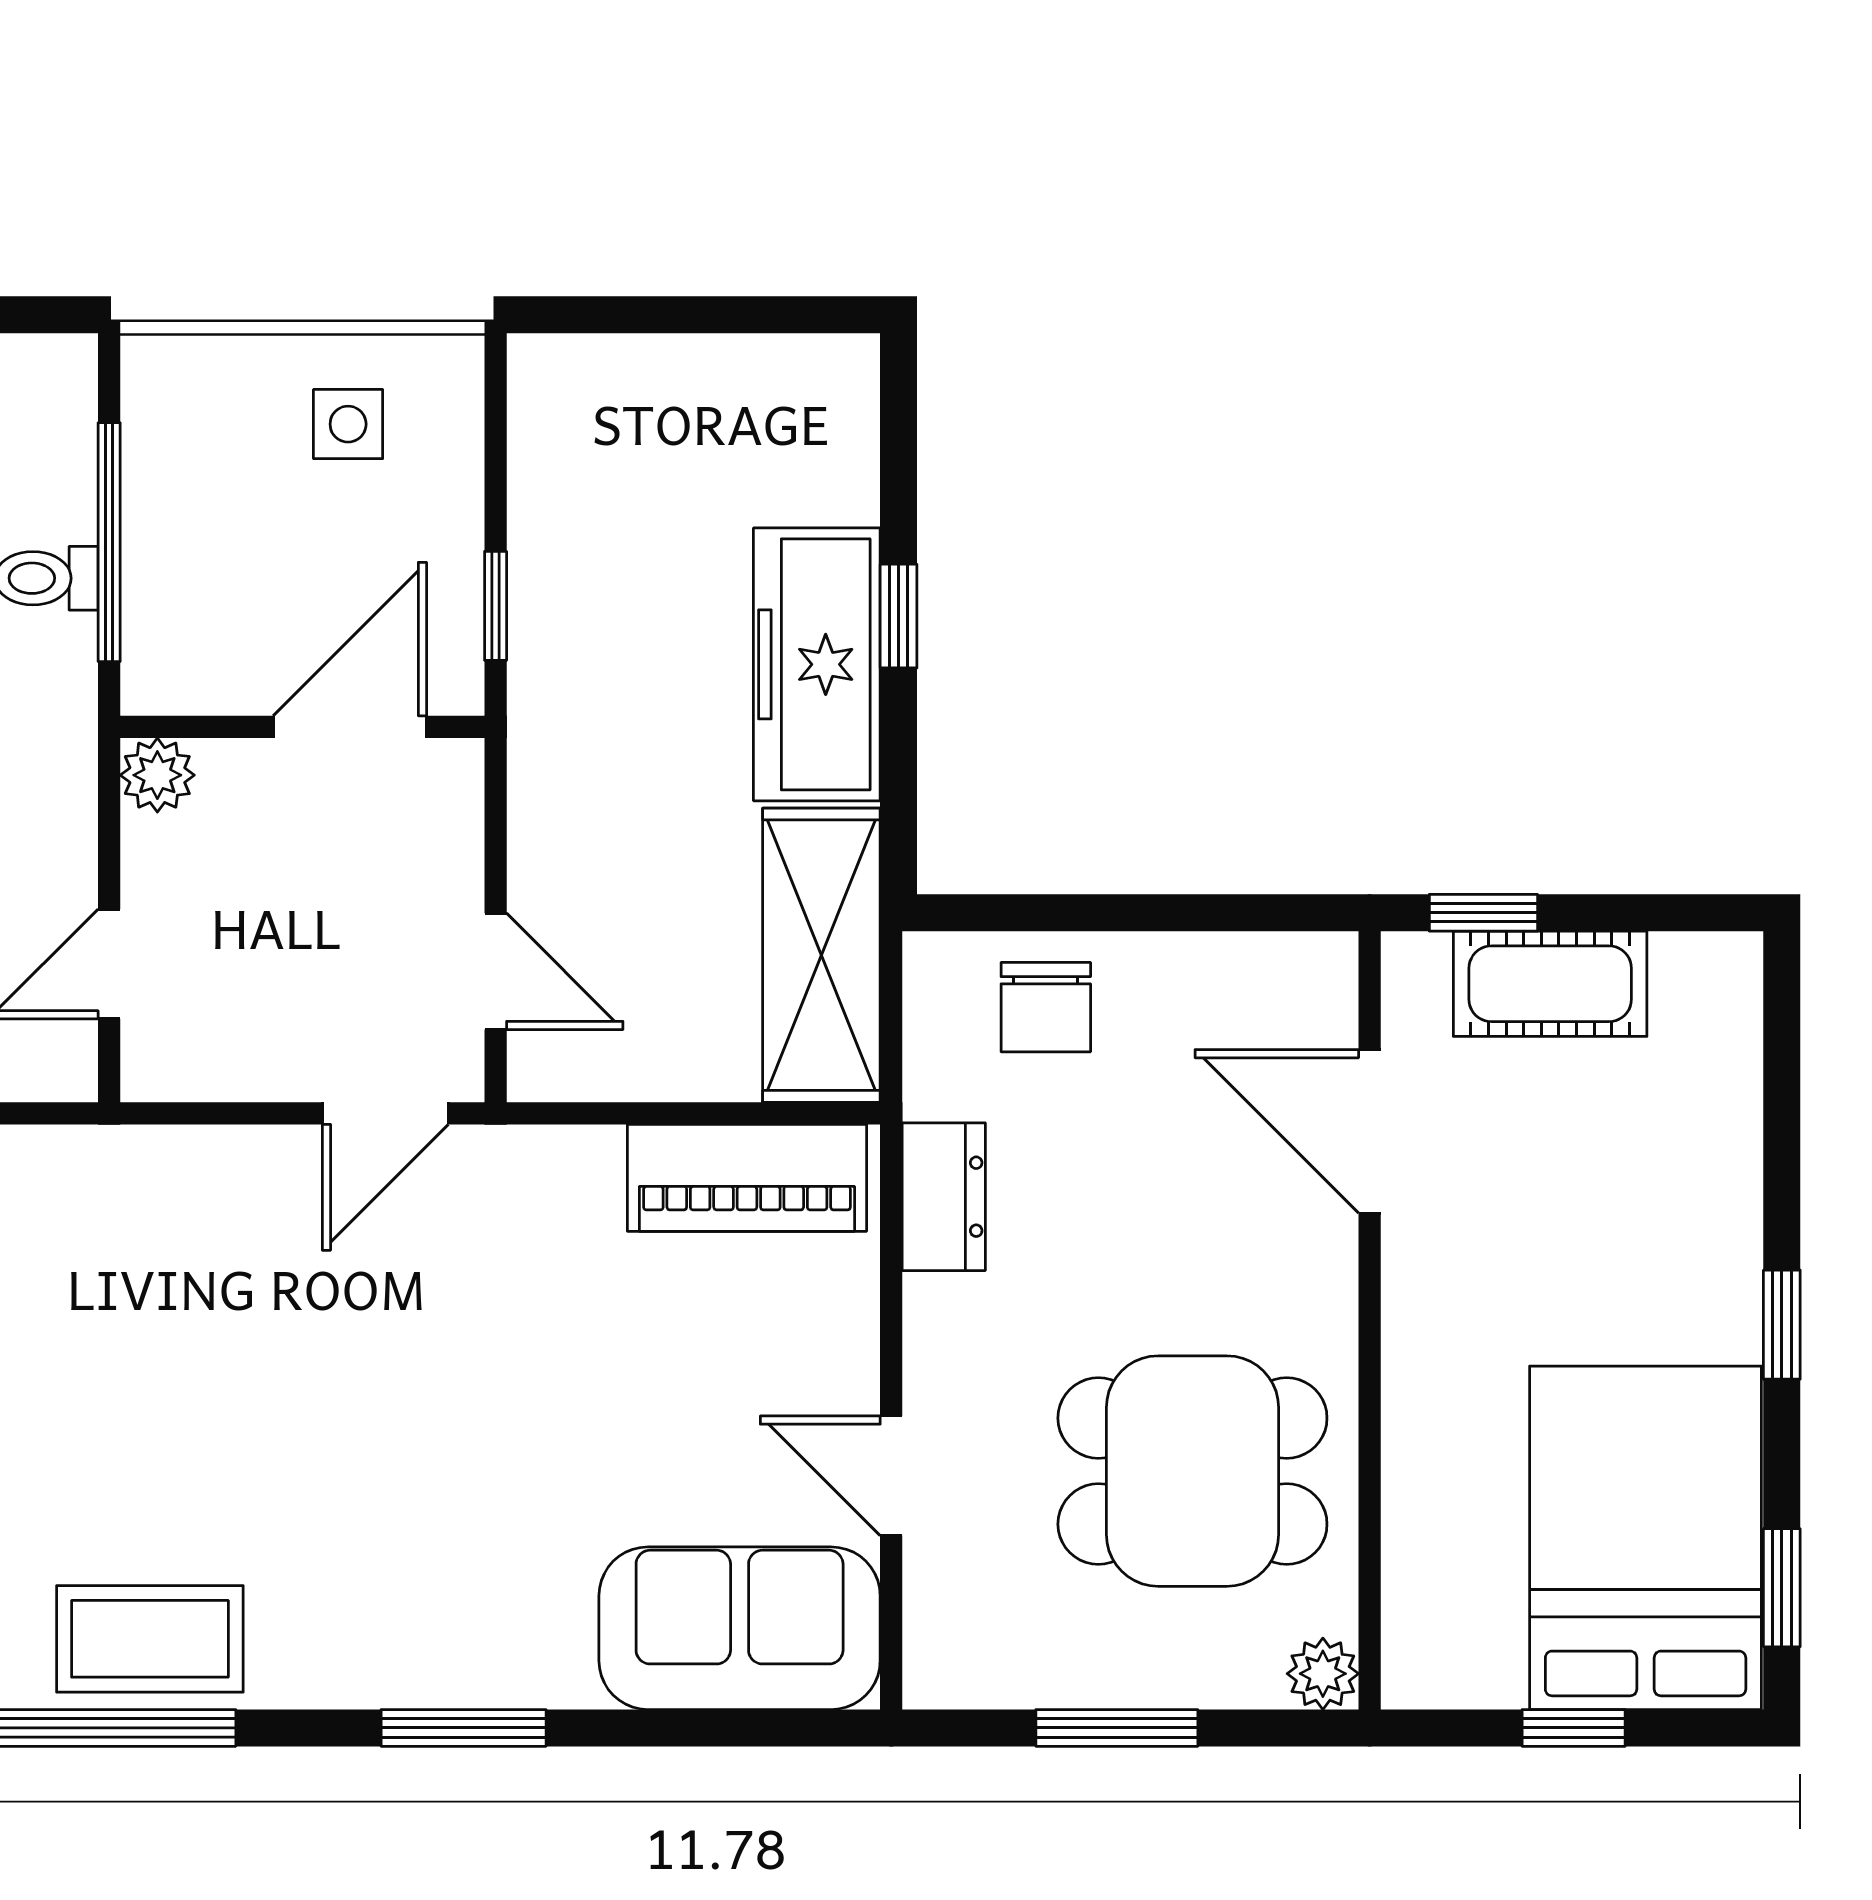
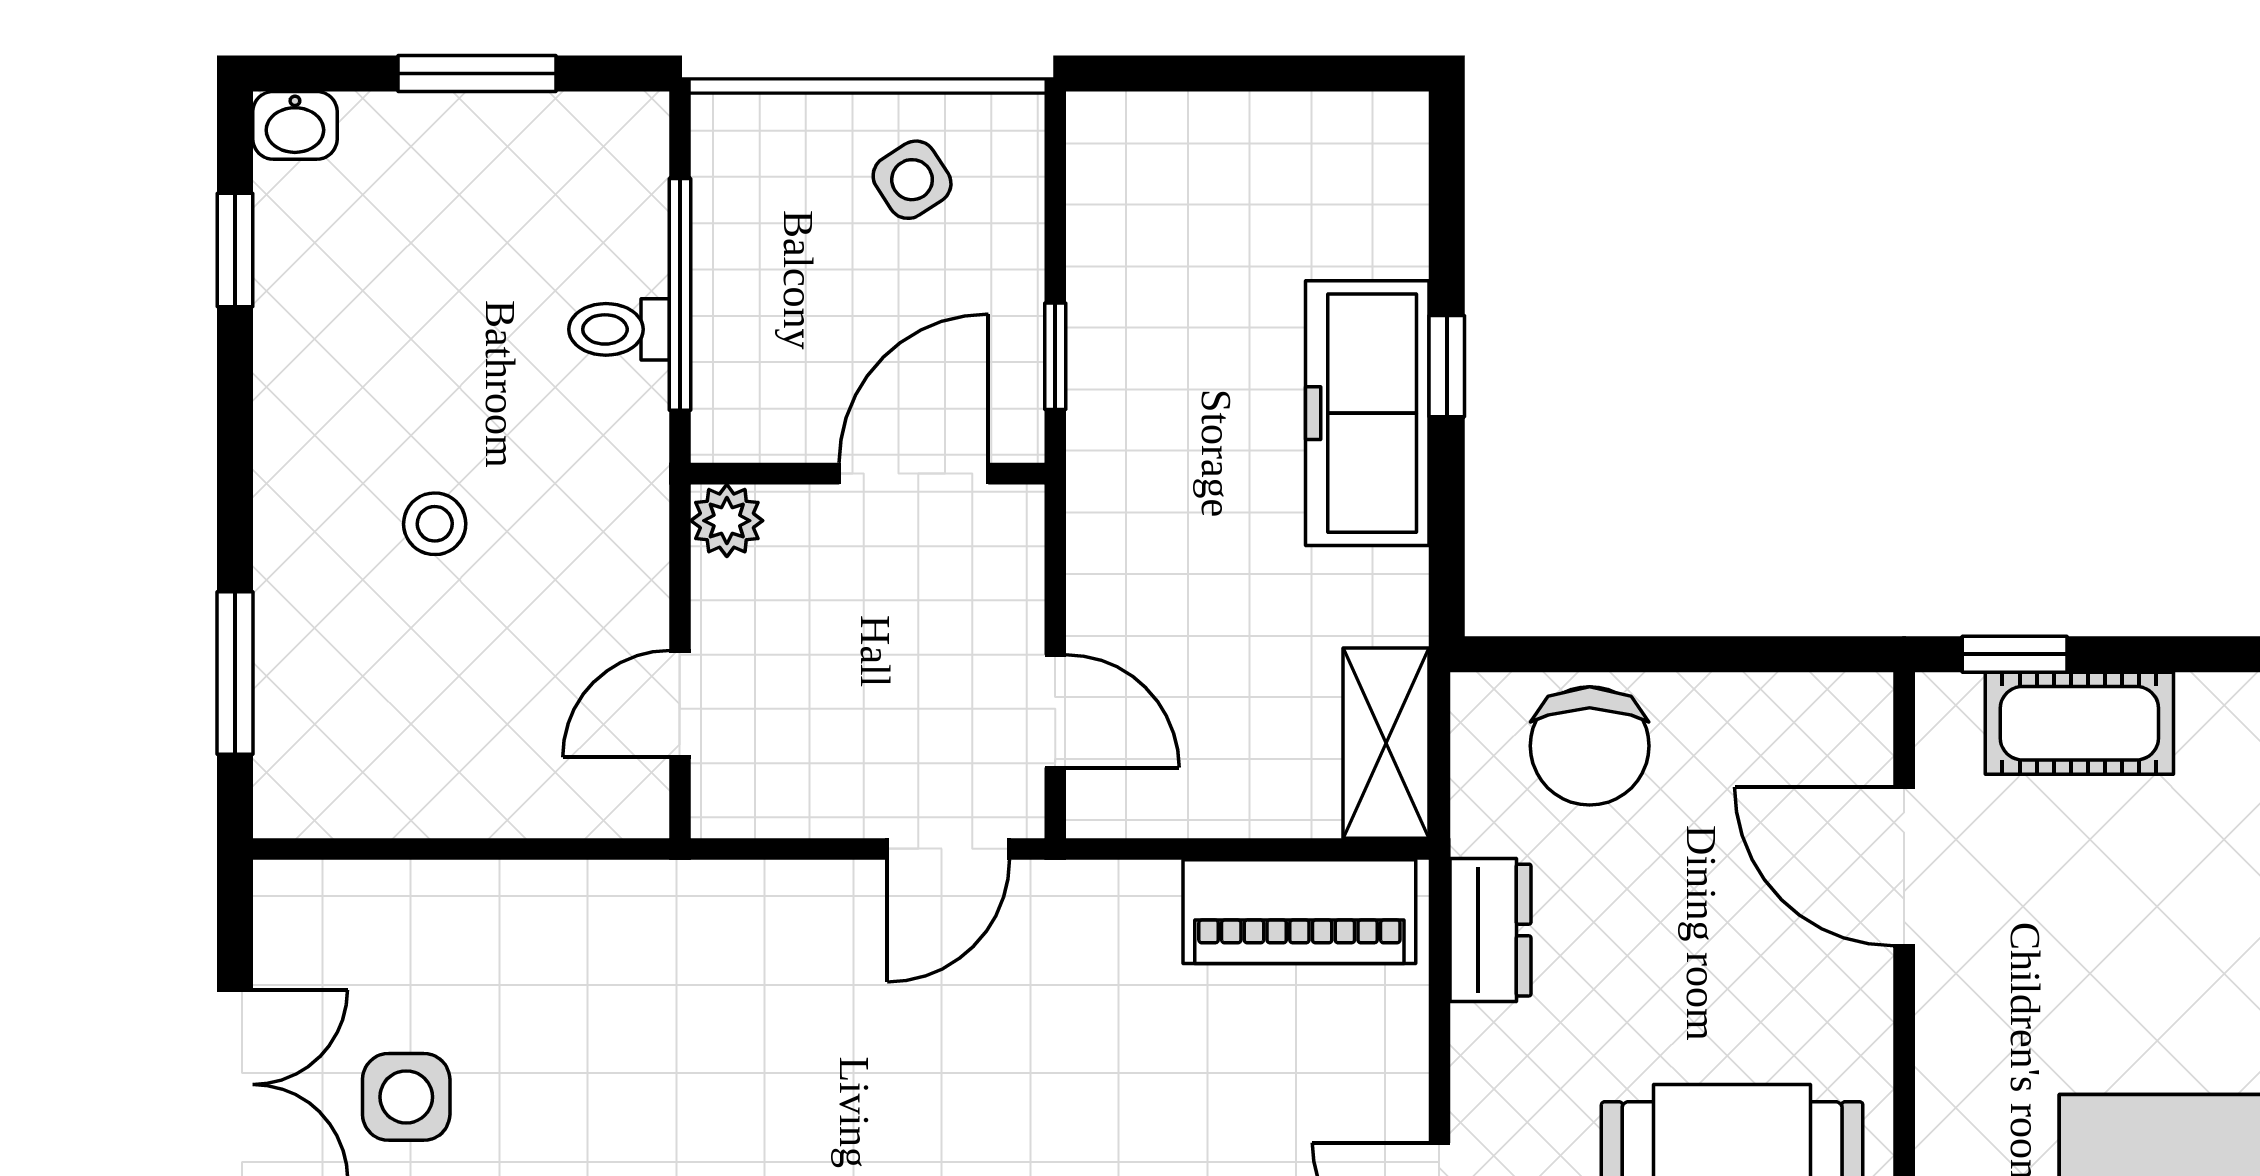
side table: (348, 424) -> (912, 180), turned -33
shelving: (821, 955) -> (1386, 743), width x0.67, depth x0.75
chair: (1046, 1007) -> (1590, 746), width x1.37, depth x1.37

